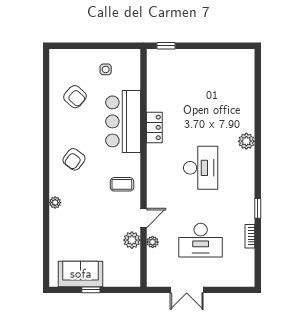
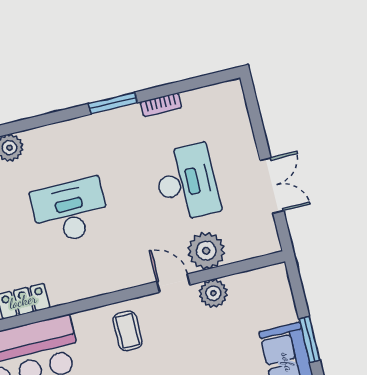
window: (258, 208) -> (113, 103), width x1.50
plant: (153, 242) -> (206, 251), width x1.88, depth x1.88
window: (91, 290) -> (309, 339), width x1.50

